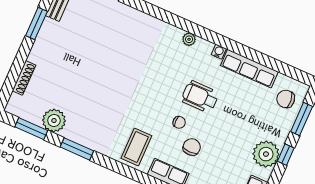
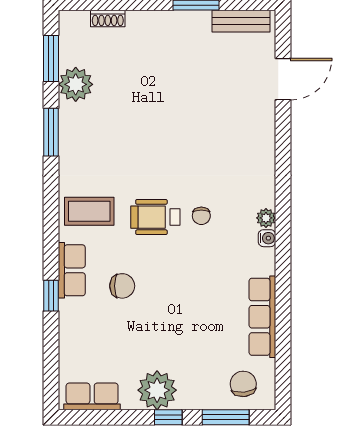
water cooler: (219, 52) -> (267, 238), moved
shoe rack: (24, 78) -> (108, 18), width x0.70
wheelchair: (200, 97) -> (155, 217), moved, turned -90
chair: (179, 122) -> (201, 216), moved

